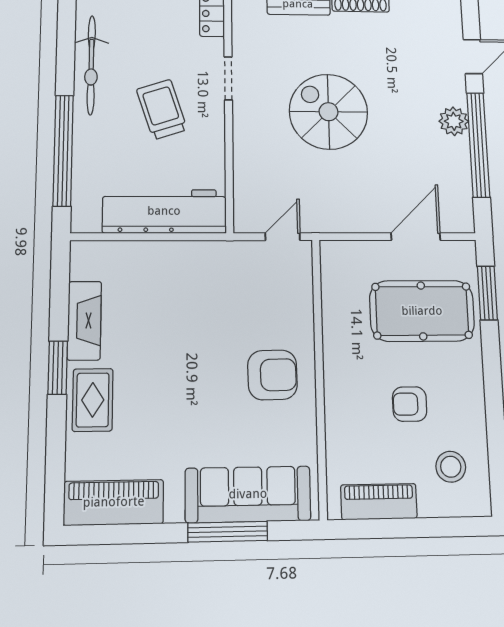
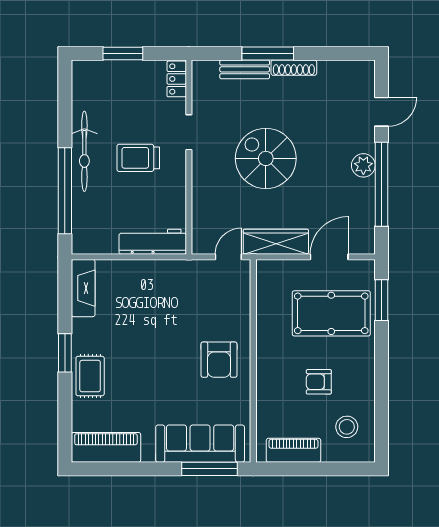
bicycle: (91, 65) -> (84, 151), moved
trolley: (162, 109) -> (138, 158), turned -72
workbench: (164, 211) -> (153, 242), width x0.73, depth x0.76
wardrobe: (345, 217) -> (276, 242), added
fireplace: (84, 321) -> (83, 288), moved
armchair: (272, 375) -> (219, 360), turned 91
window: (228, 532) -> (209, 469), moved

